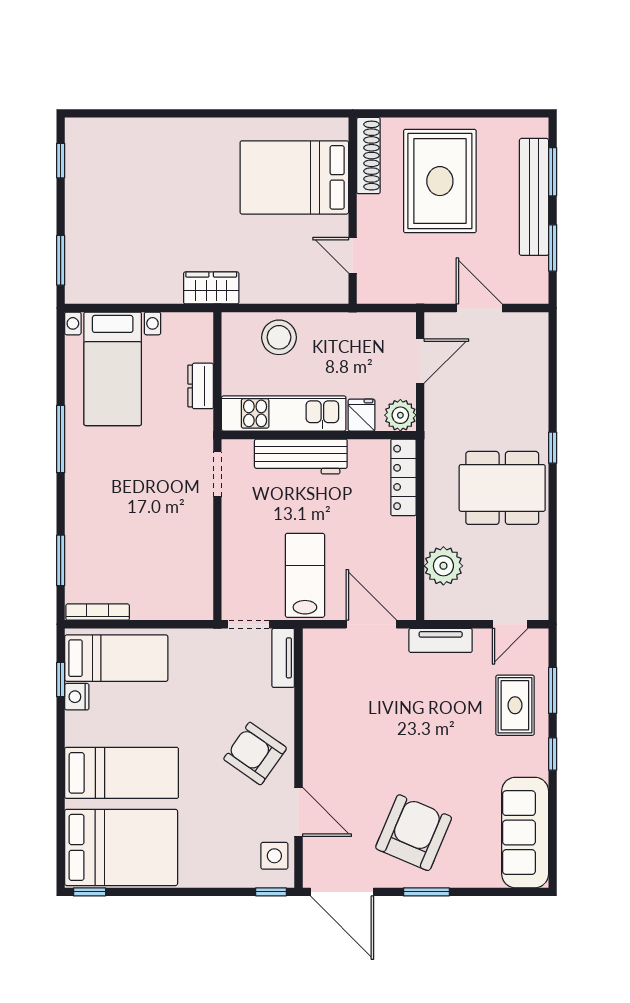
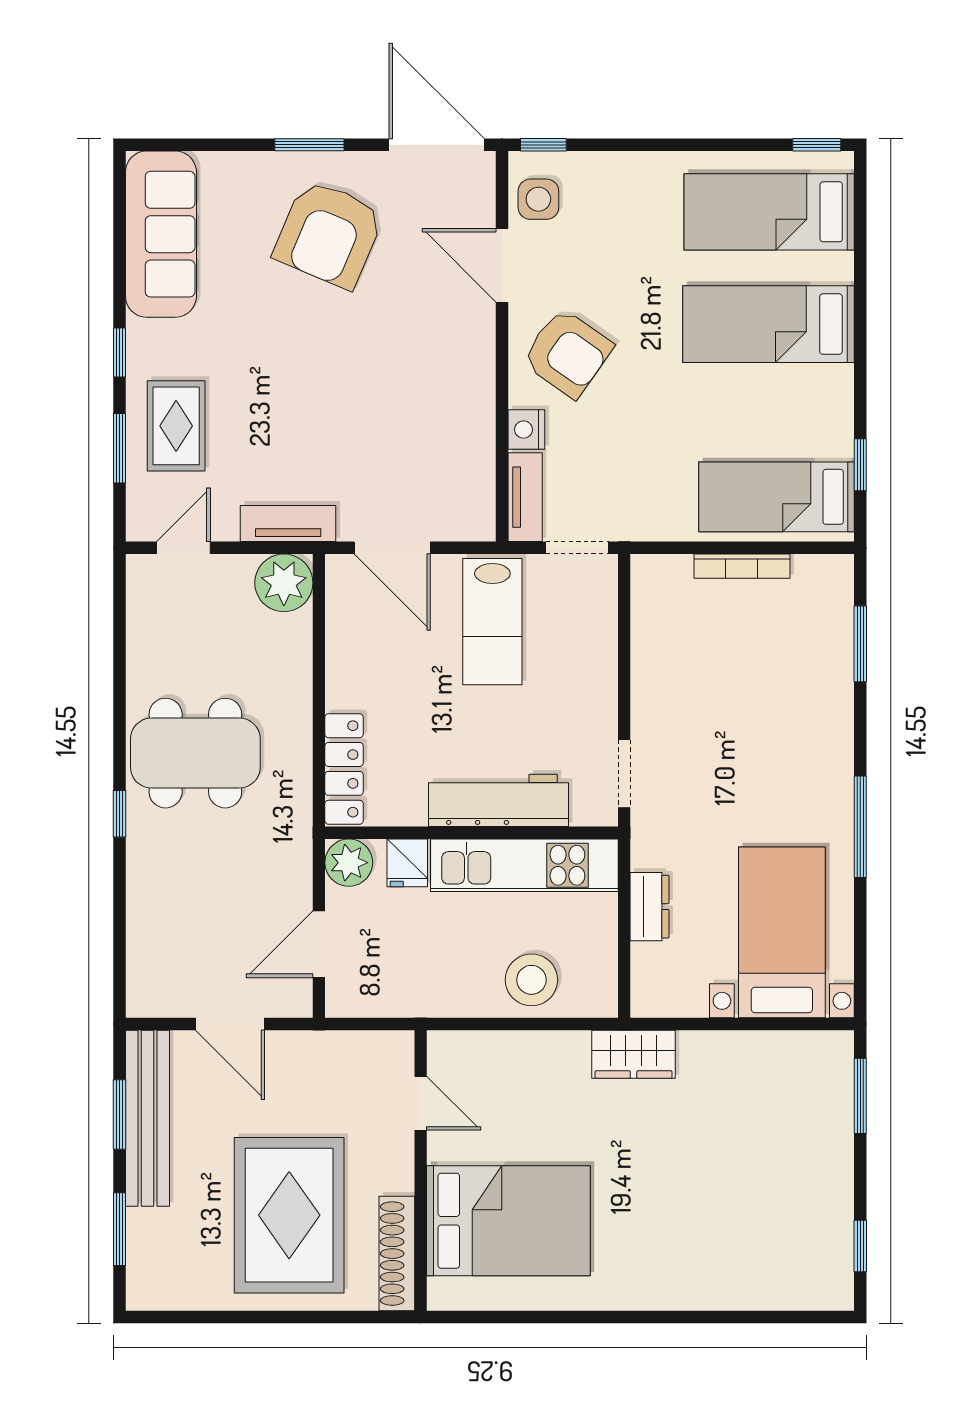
bench: (534, 197) -> (147, 1118), moved
plant: (443, 566) -> (284, 583), moved
bookcase: (98, 612) -> (742, 566), moved
nightstand: (77, 697) -> (526, 430), moved, turned 180
bed: (121, 847) -> (769, 212), width x0.67

